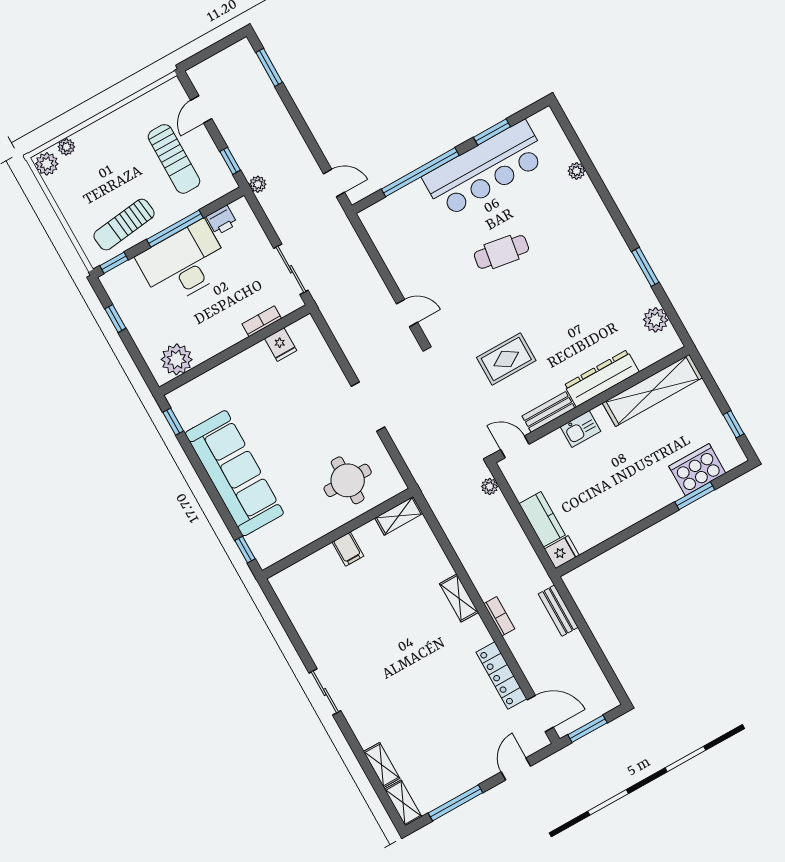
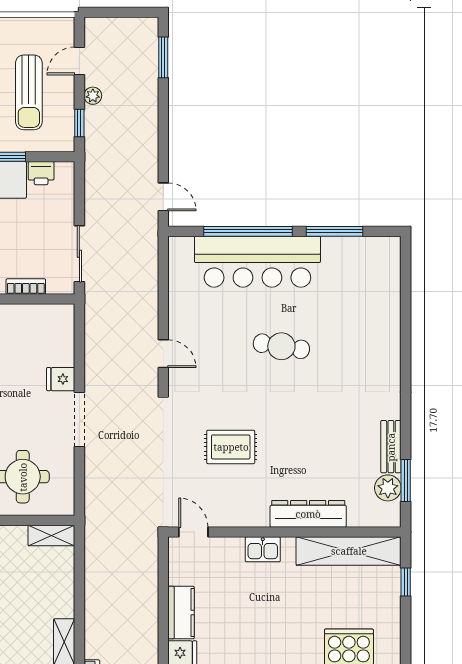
window: (492, 132) -> (334, 231), width x1.44
bar counter: (485, 169) -> (257, 262), moved
plant: (577, 171) -> (392, 311), removed
plant: (258, 184) -> (93, 96), moved
window: (645, 267) -> (406, 481), moved
fridge: (281, 345) -> (61, 379), moved, turned 90
bench: (548, 412) -> (391, 447), moved, turned 90
window: (734, 424) -> (406, 582), moved
plant: (490, 486) -> (150, 555), removed

